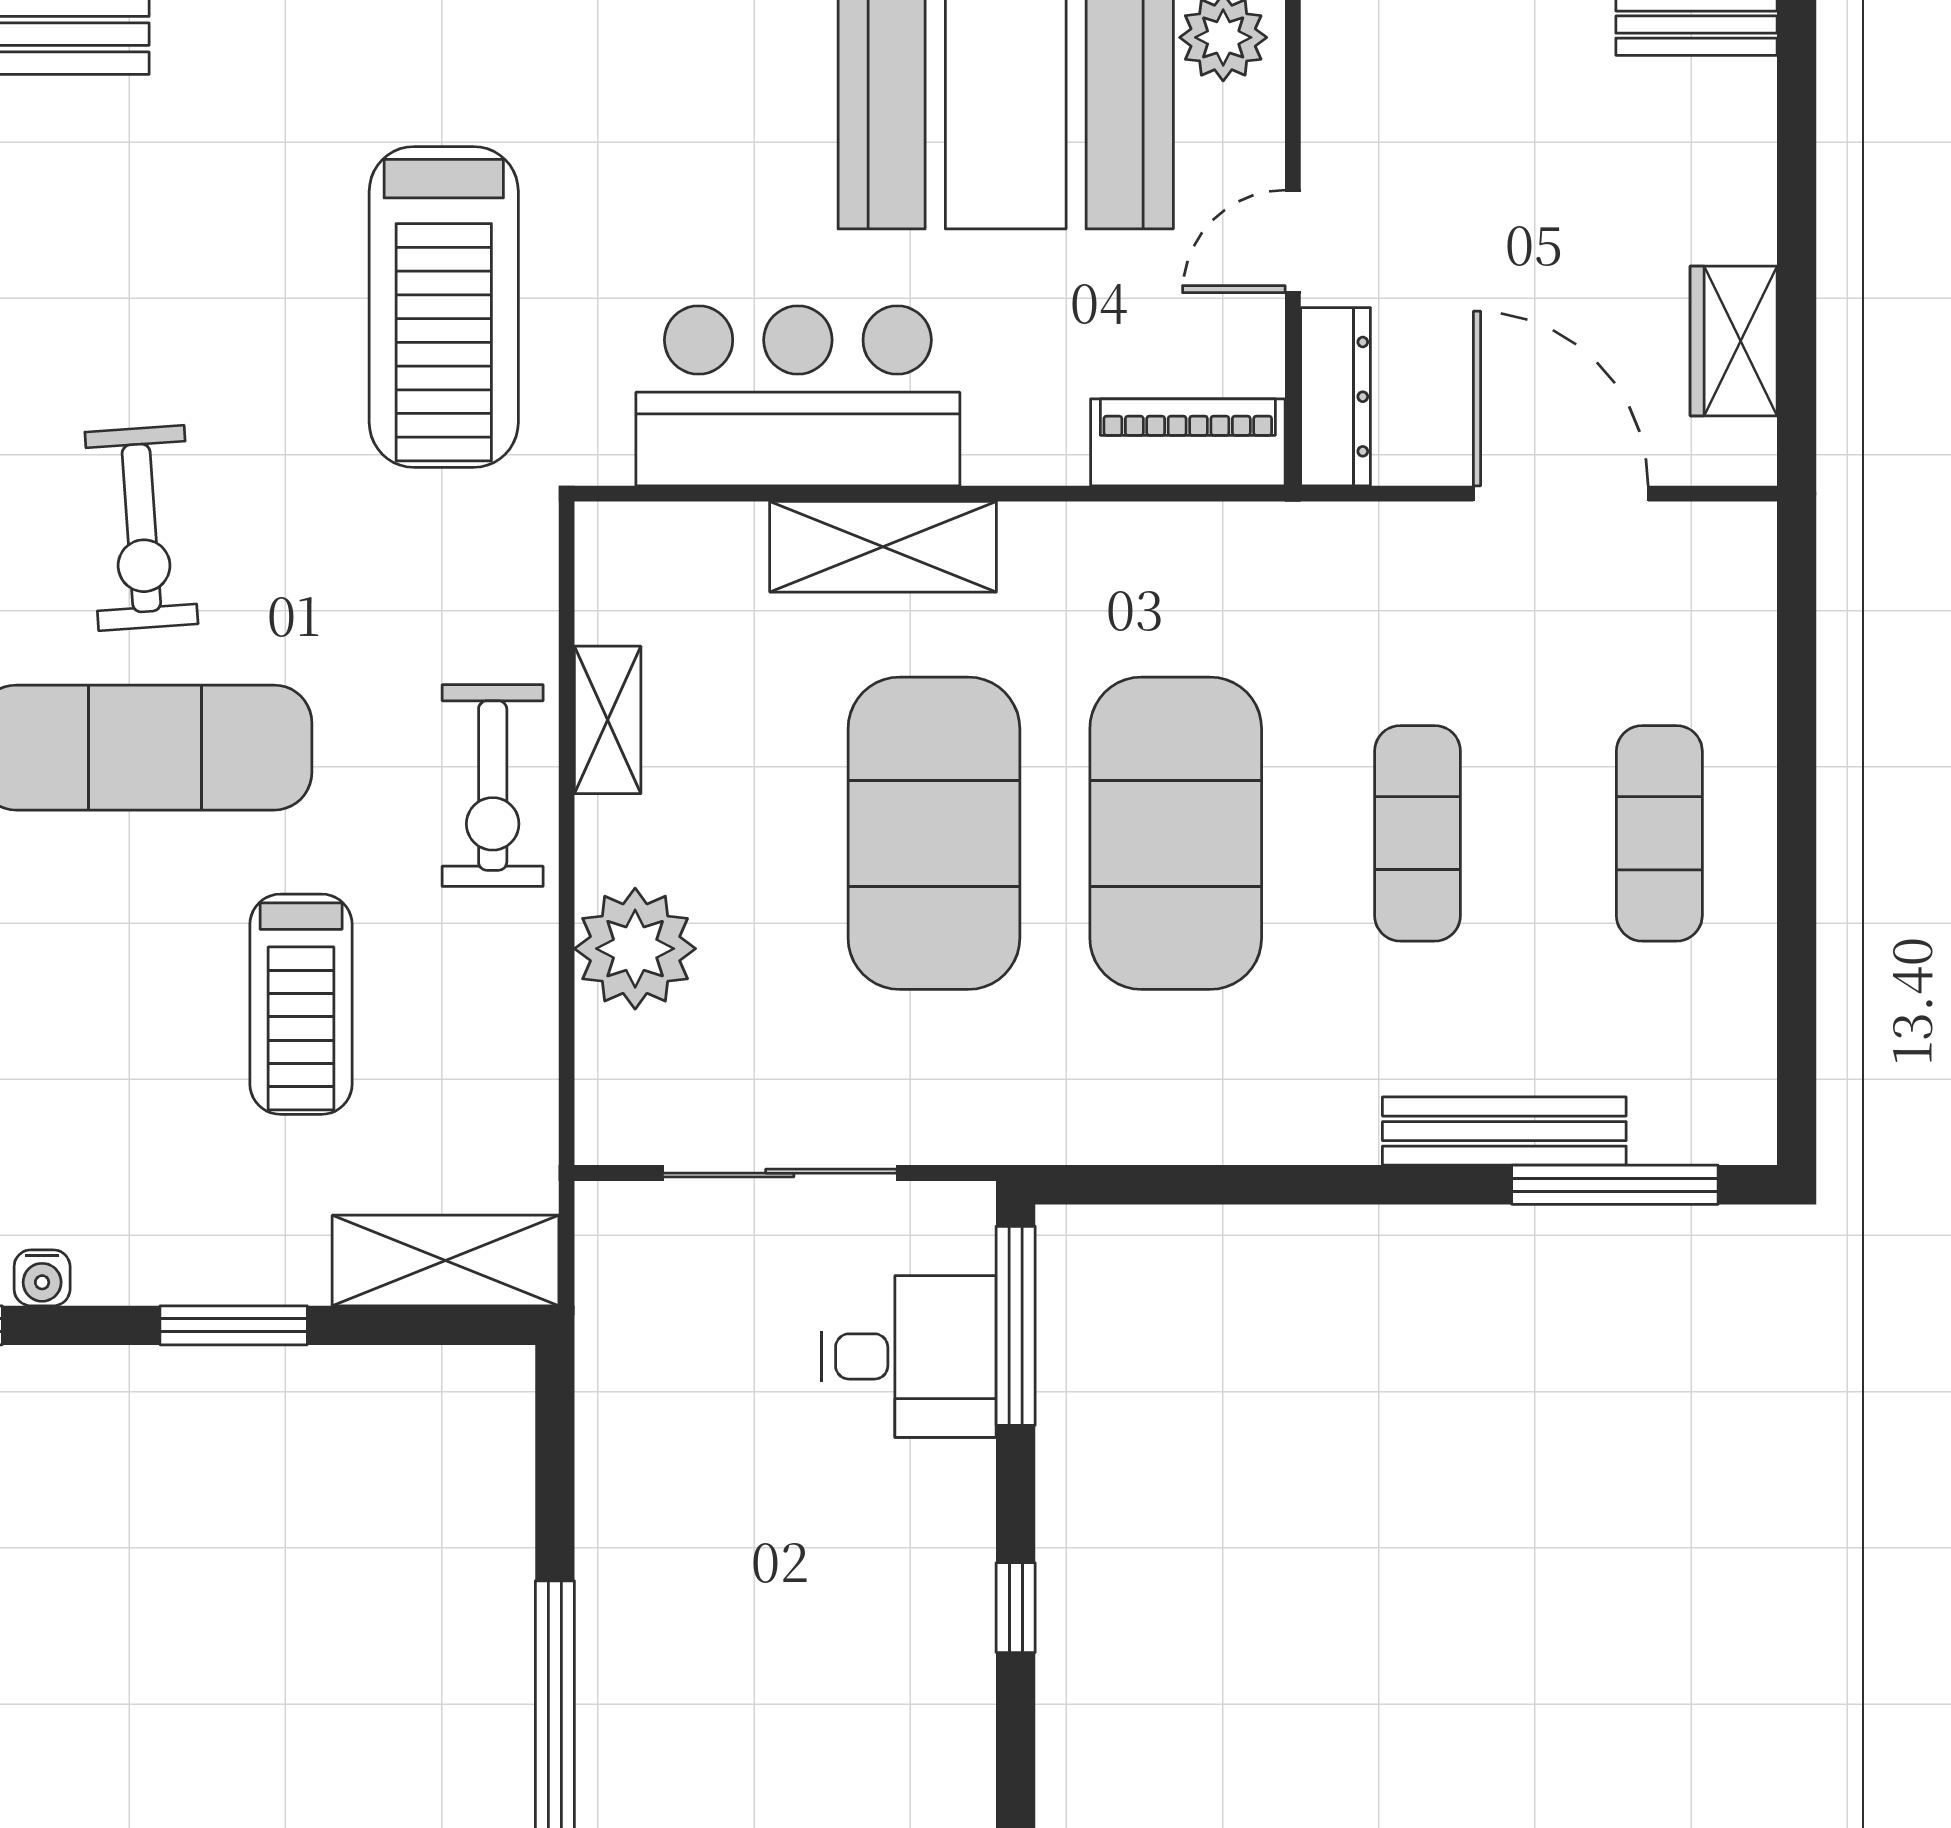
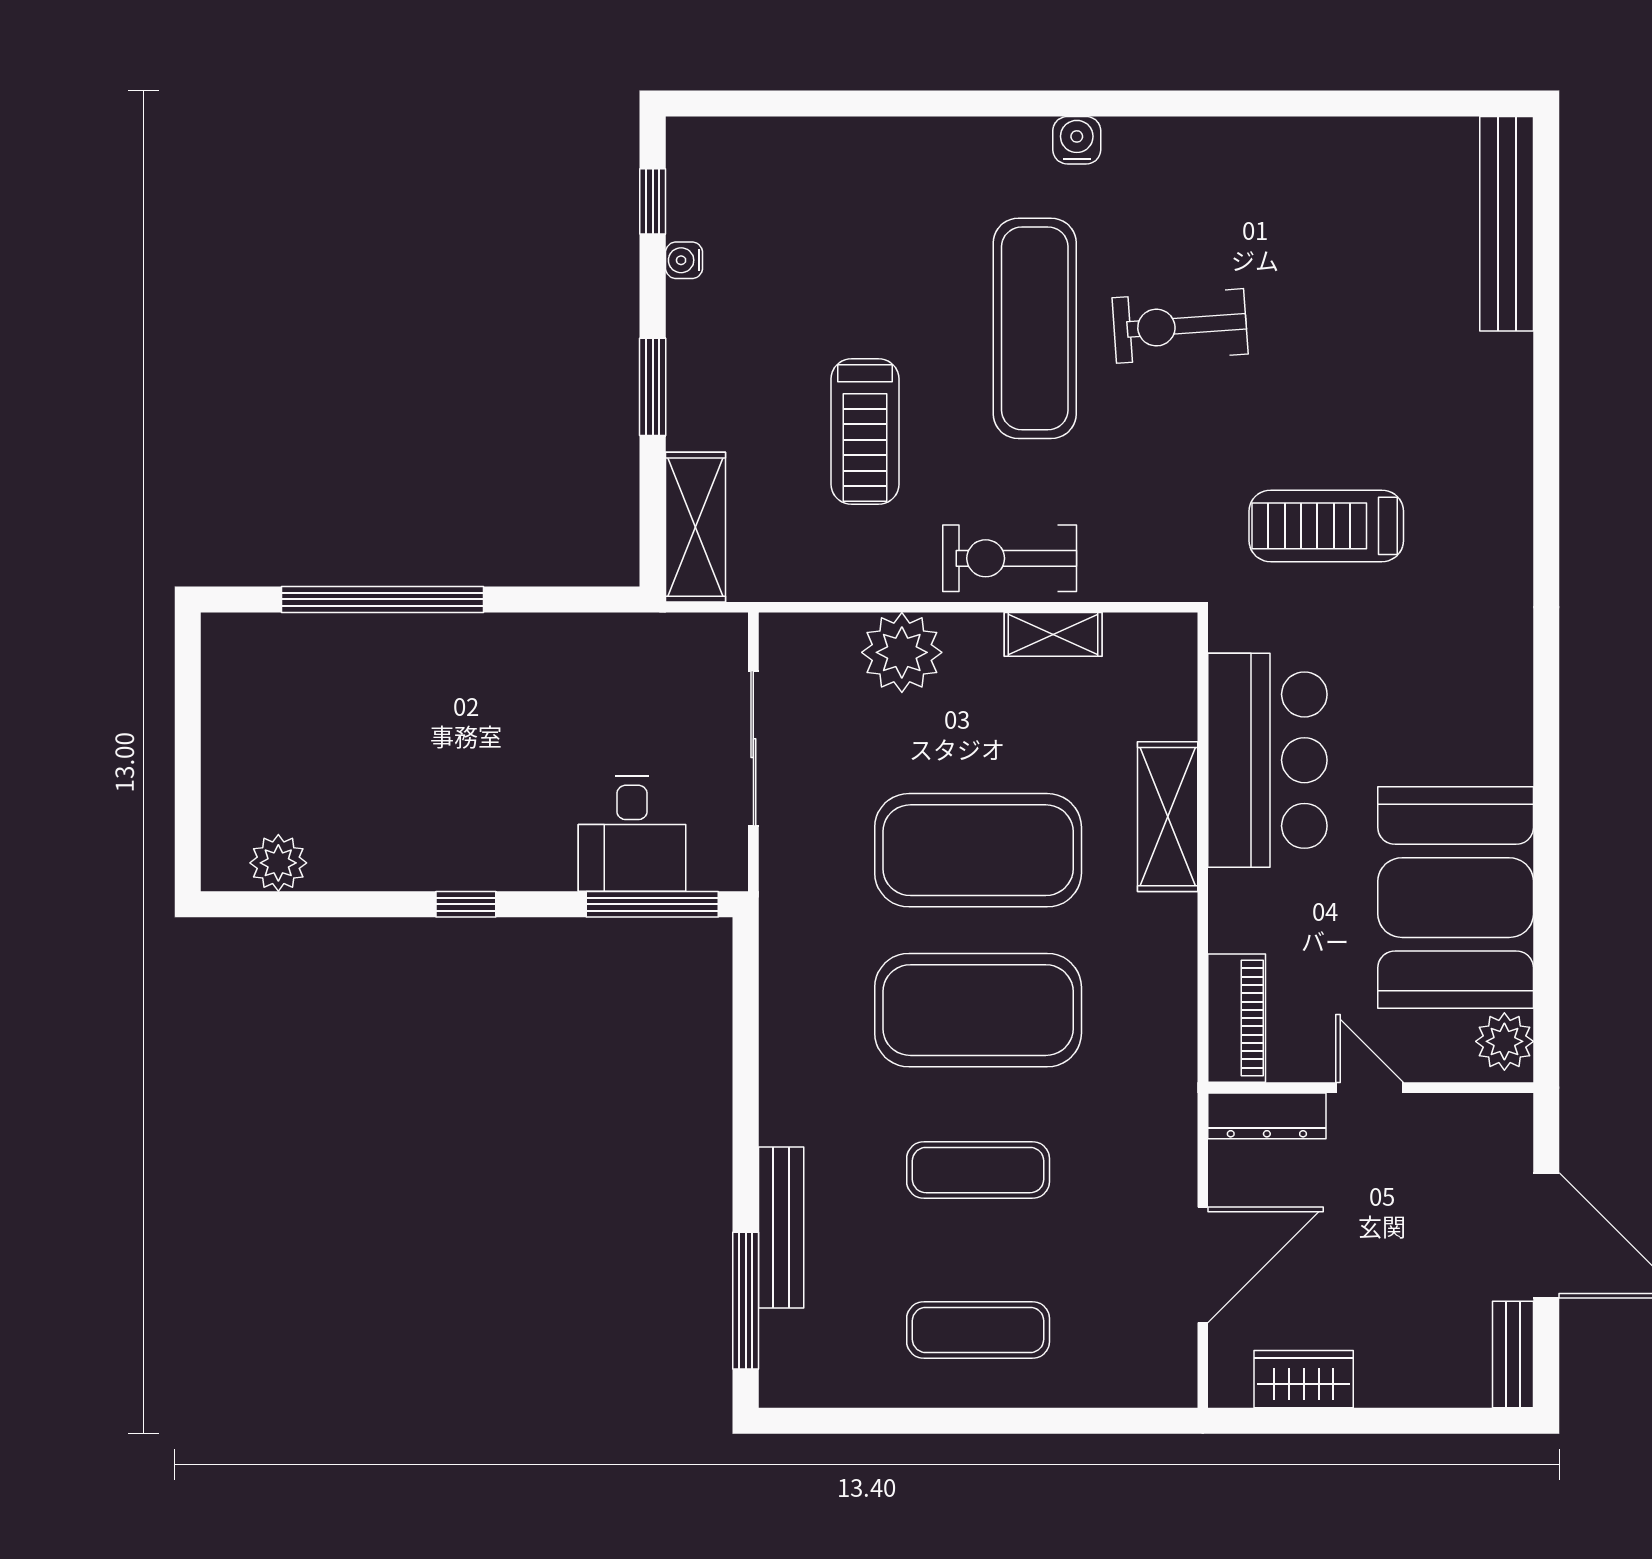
treadmill: (444, 307) -> (1326, 526), width x0.73, depth x0.73
treadmill: (301, 1004) -> (865, 432), turned -90

